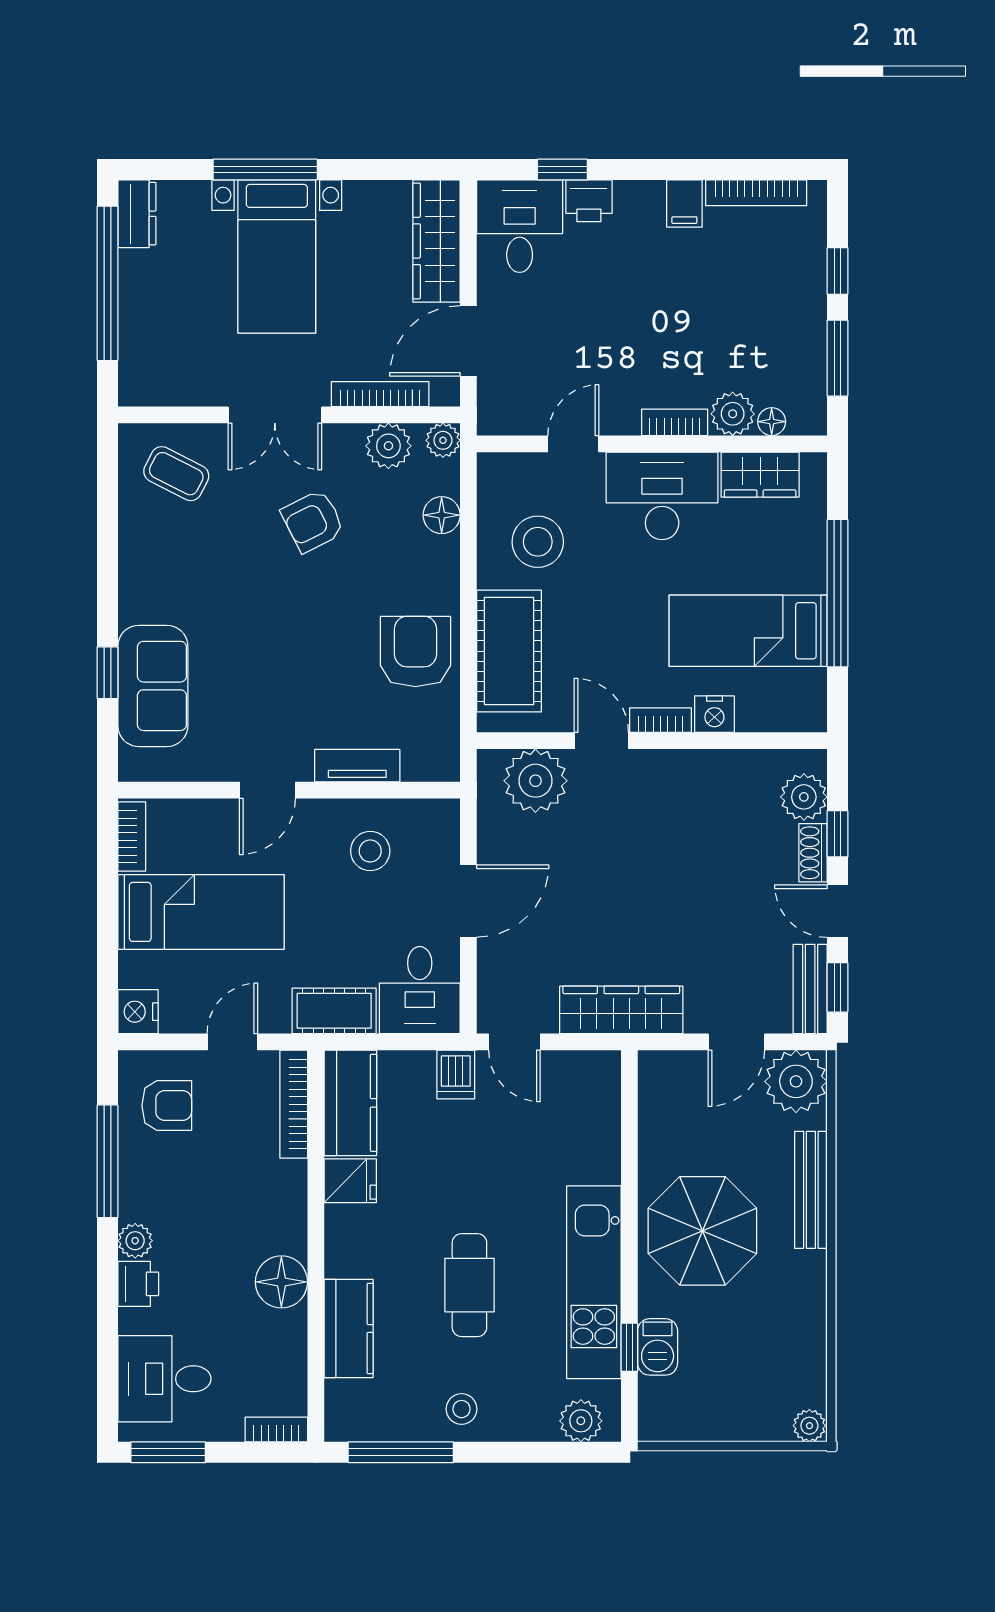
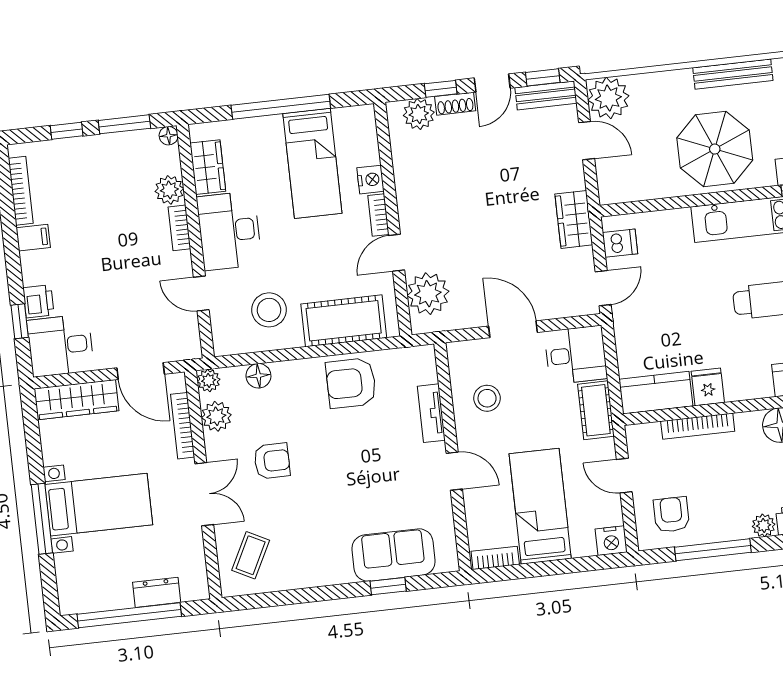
dresser: (137, 214) -> (157, 592), moved
floor lamp: (772, 422) -> (169, 136), moved
armchair: (313, 521) -> (272, 461), turned -63
wardrobe: (621, 1010) -> (574, 219), width x0.67
dishwasher: (456, 1074) -> (620, 243), moved
bookcase: (294, 1104) -> (698, 426), moved
bench: (811, 1190) -> (733, 74), moved

